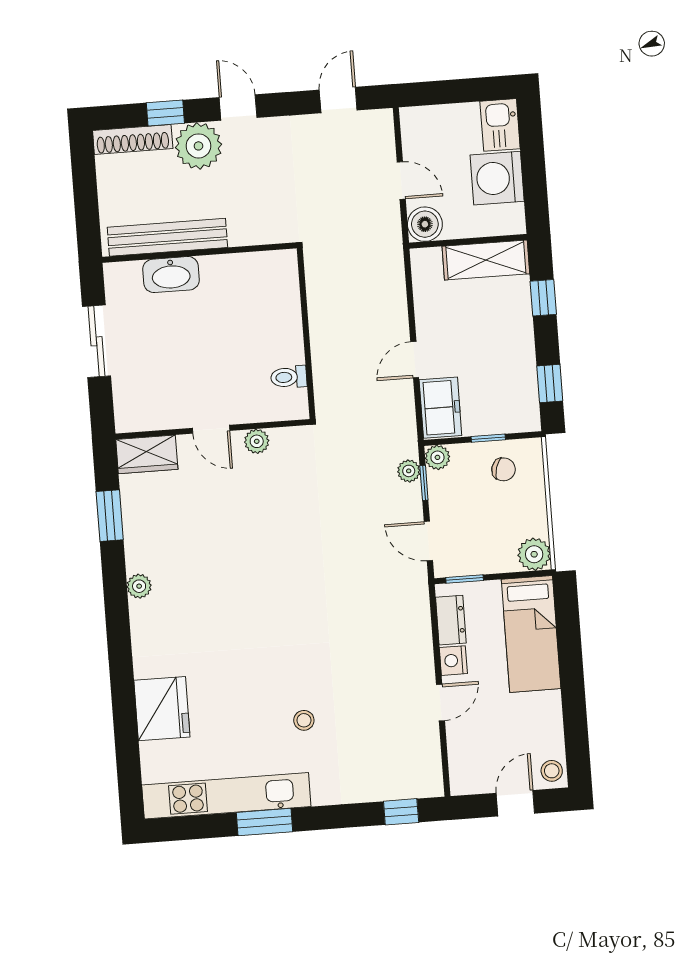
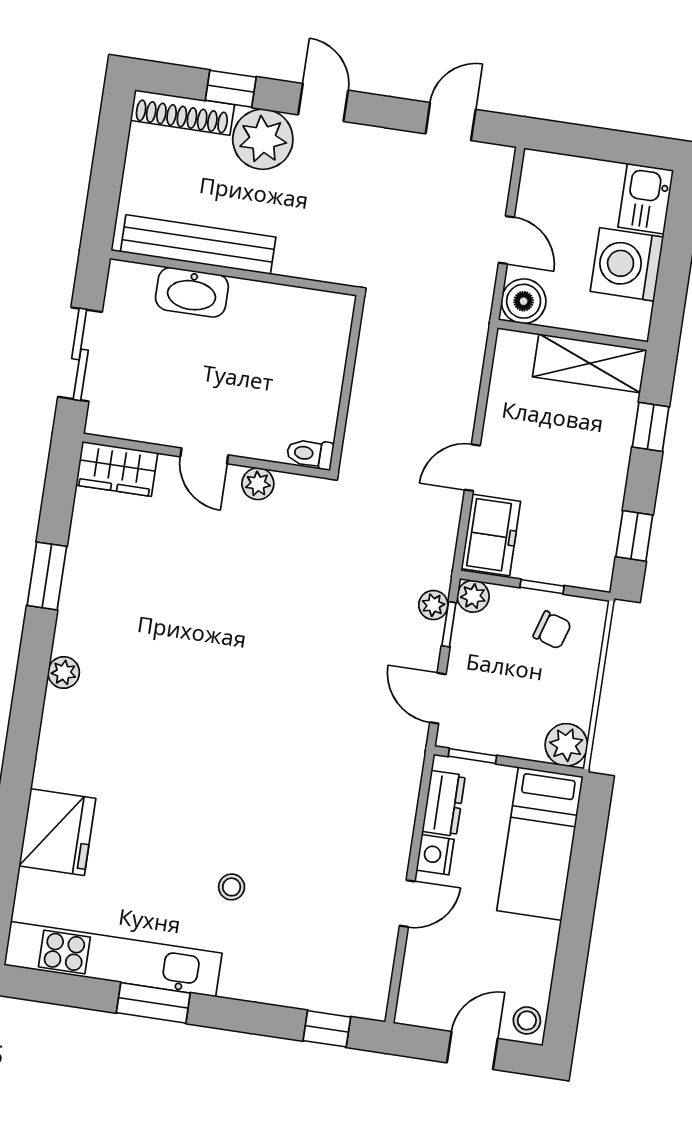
door: (211, 429) -> (204, 456), moved
wall: (213, 429) -> (206, 456), moved
plant: (257, 441) -> (258, 484), moved
wardrobe: (147, 454) -> (117, 469), moved

